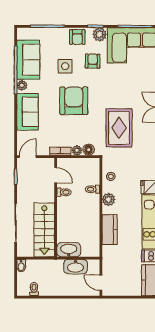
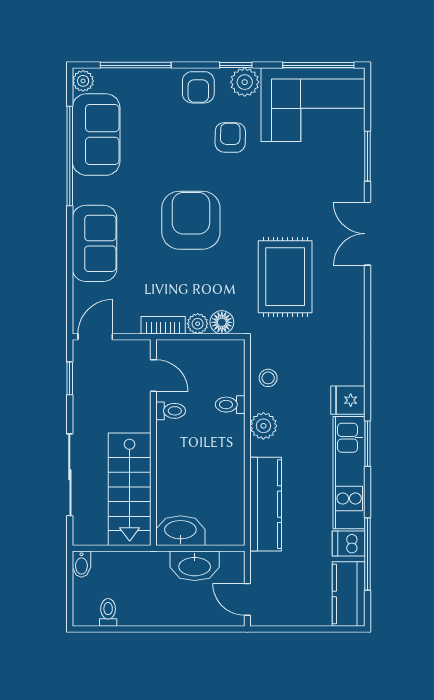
side table: (65, 66) -> (173, 148), removed
plant: (22, 85) -> (83, 81), moved
kitchen counter: (110, 230) -> (266, 504), width x1.50

